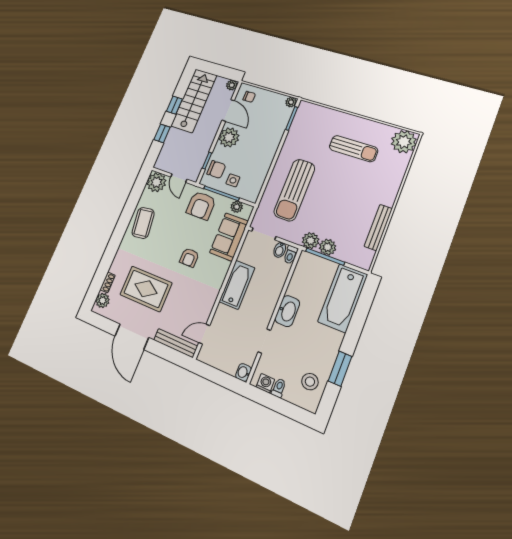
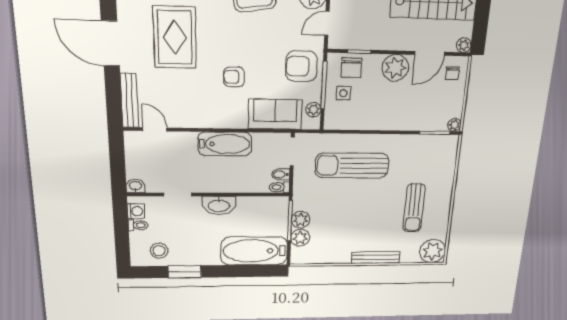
bench: (378, 227) -> (376, 257), moved
plant: (311, 241) -> (300, 238), moved
door: (132, 337) -> (110, 43), hinge flipped

